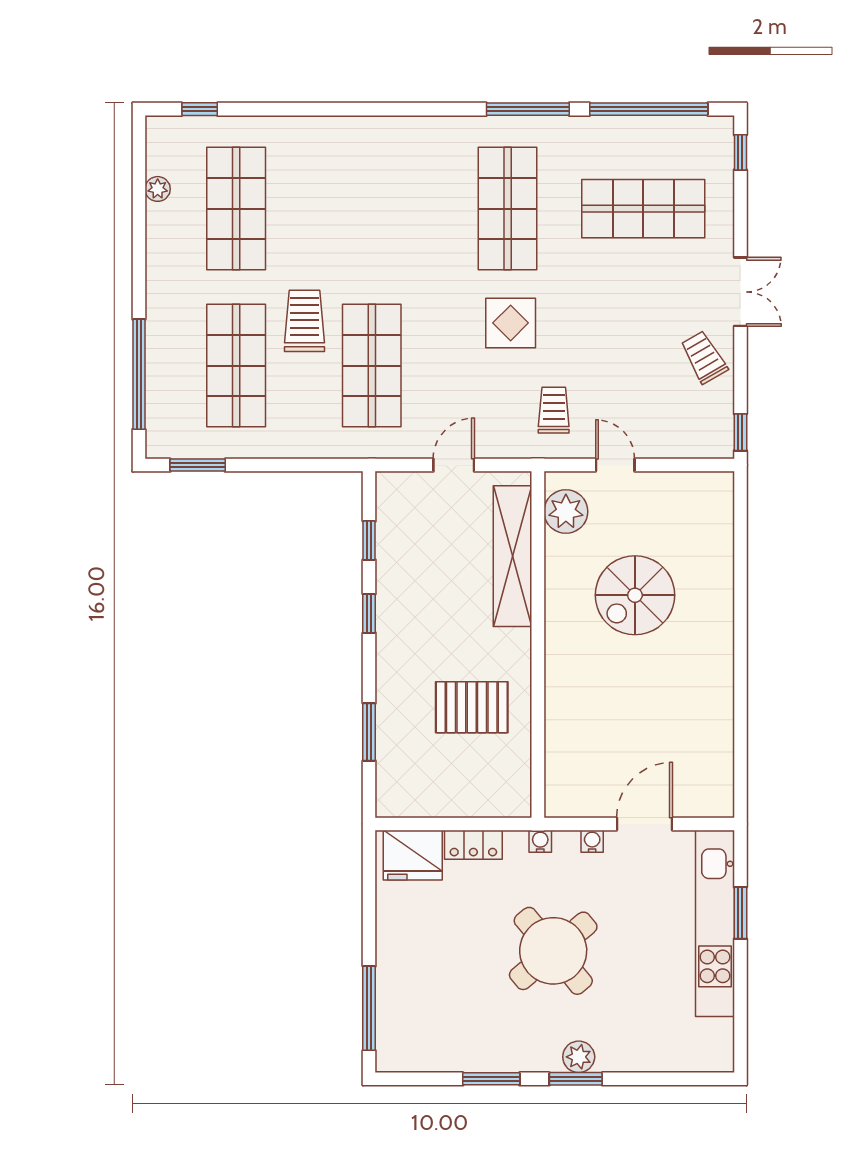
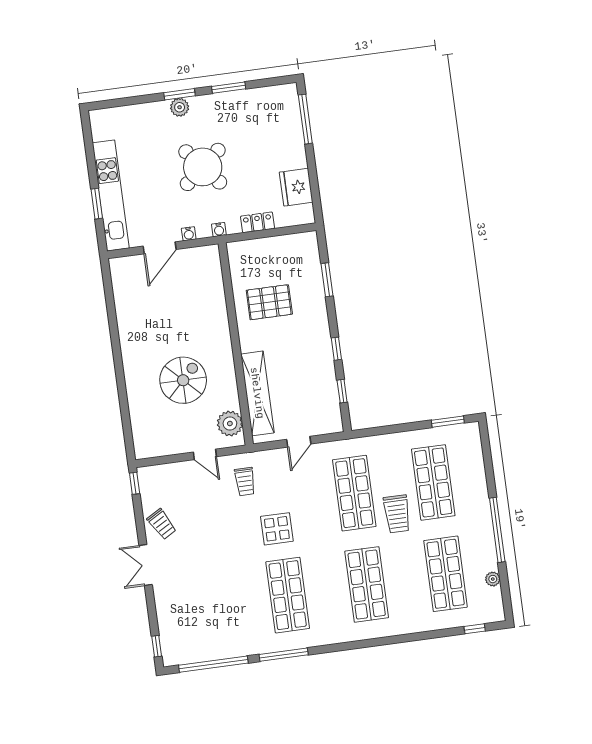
shop shelf: (643, 209) -> (367, 584), moved, turned 90
window: (139, 374) -> (497, 530), moved
fridge: (413, 855) -> (296, 187), moved, turned -90

